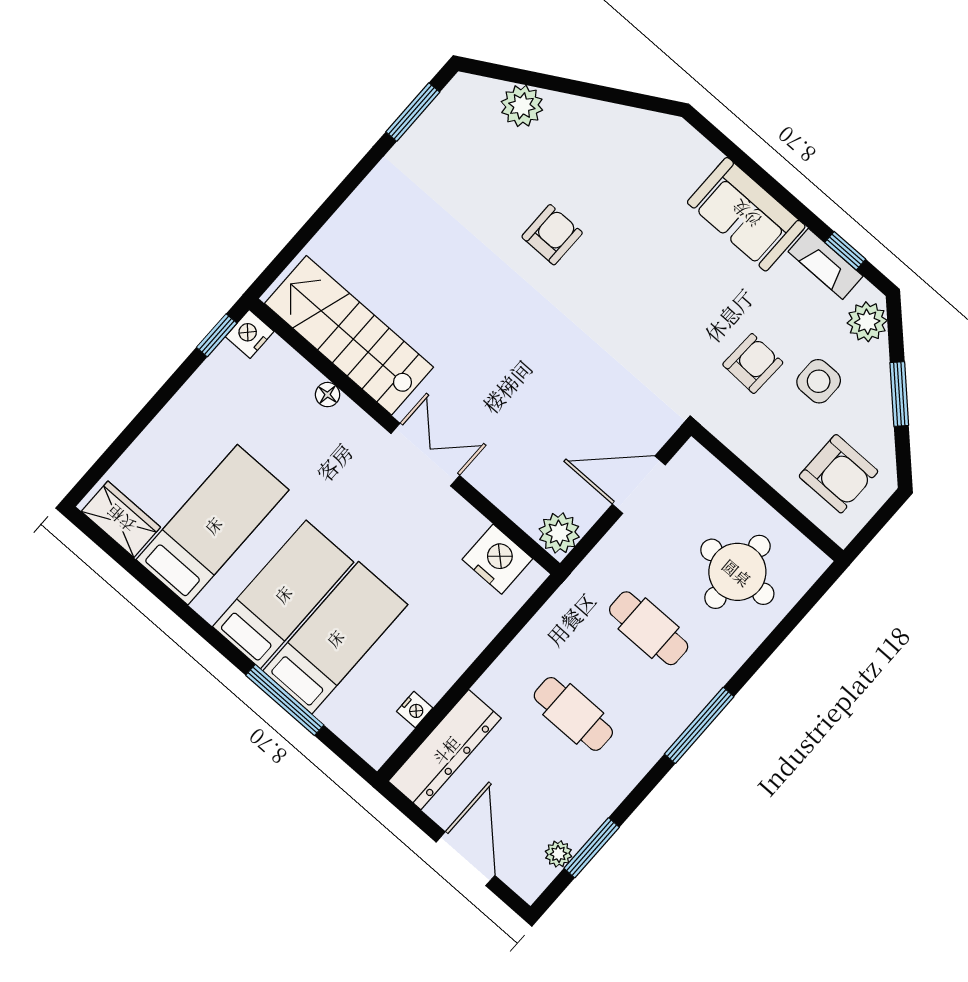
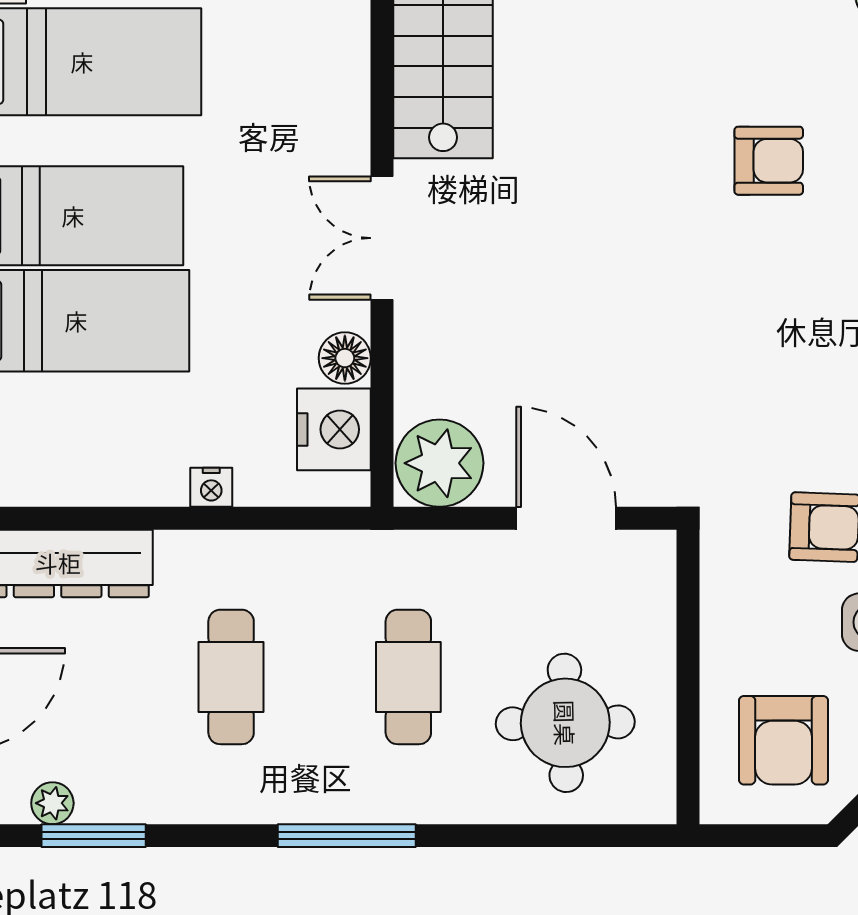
floor lamp: (328, 395) -> (345, 358), moved, width x1.37, depth x1.37
double door: (425, 455) -> (382, 238), swing flipped
plant: (559, 533) -> (440, 463), width x1.36, depth x1.36
nightstand: (415, 710) -> (211, 487), moved

